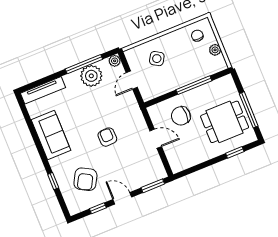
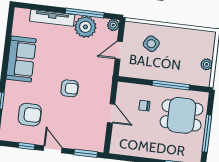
chair: (197, 36) -> (198, 43), removed
tv unit: (43, 90) -> (52, 18), moved
chair: (181, 116) -> (144, 106), width x0.54, depth x0.54
dining table: (225, 122) -> (182, 115), moved
armchair: (107, 137) -> (70, 88), turned 92
armchair: (85, 179) -> (30, 115), turned -119

